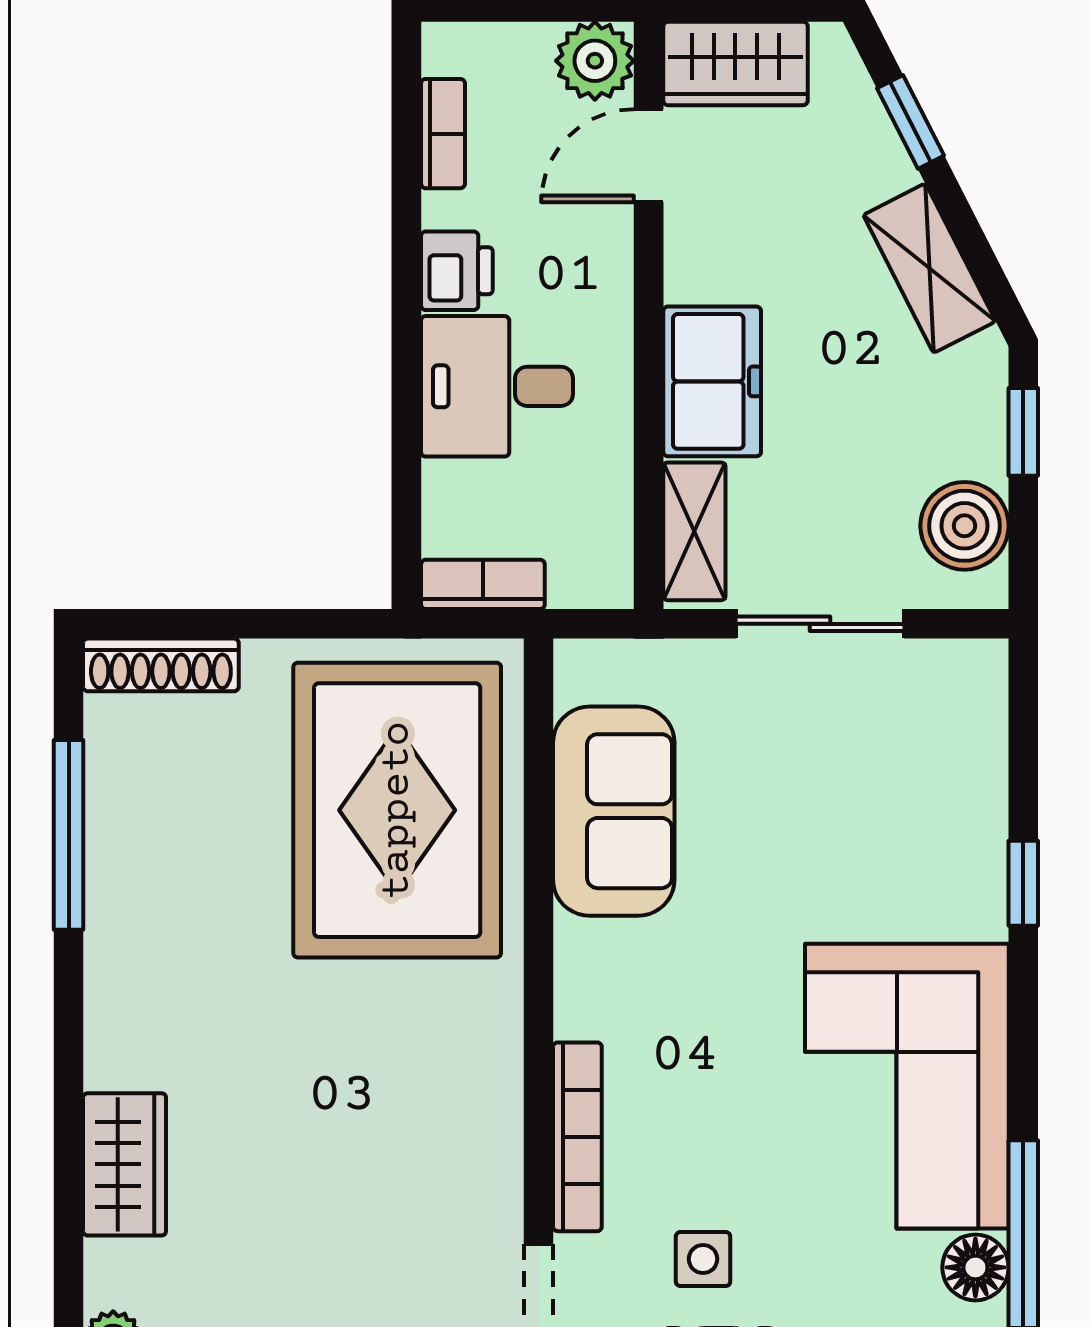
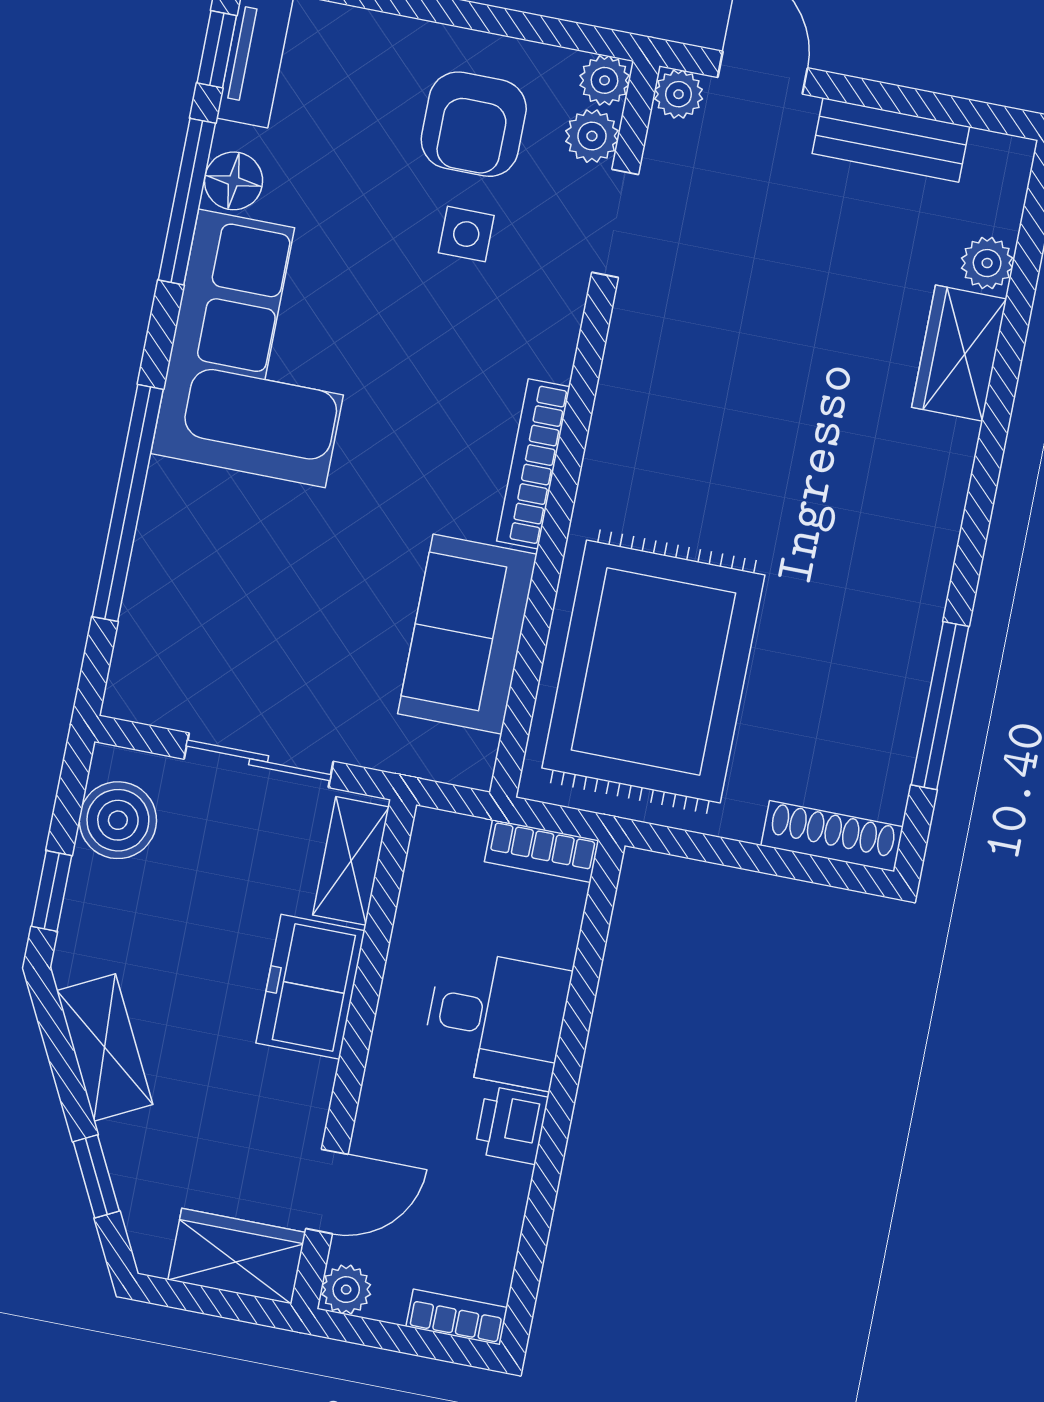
plant: (595, 61) -> (346, 1290), width x0.73, depth x0.73
bookcase: (443, 134) -> (457, 1317), moved, turned 90
window: (1023, 883) -> (128, 503), width x3.17
bookcase: (577, 1137) -> (533, 464), moved
wardrobe: (125, 1164) -> (959, 353), moved

